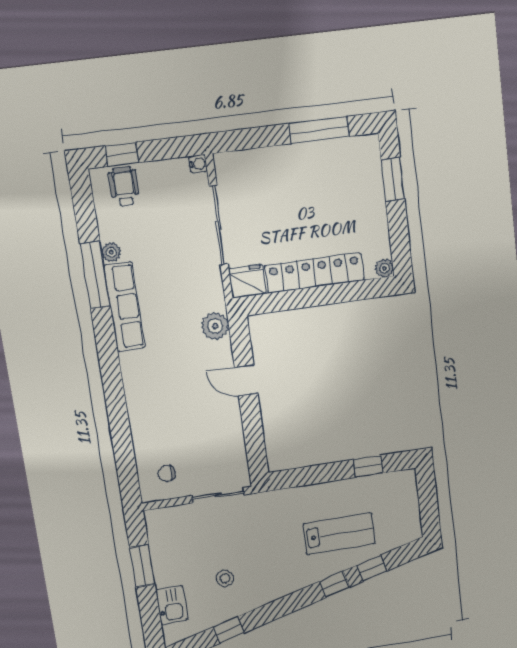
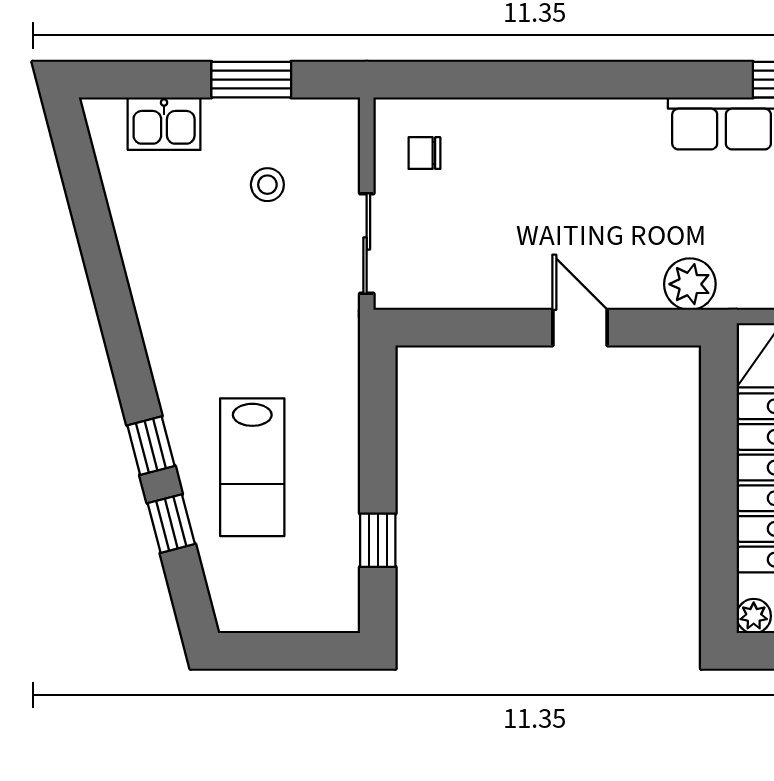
door: (246, 380) -> (580, 328), hinge flipped
chair: (167, 473) -> (424, 153), turned -90
stool: (225, 578) -> (267, 185), moved
window: (229, 630) -> (94, 226), removed

